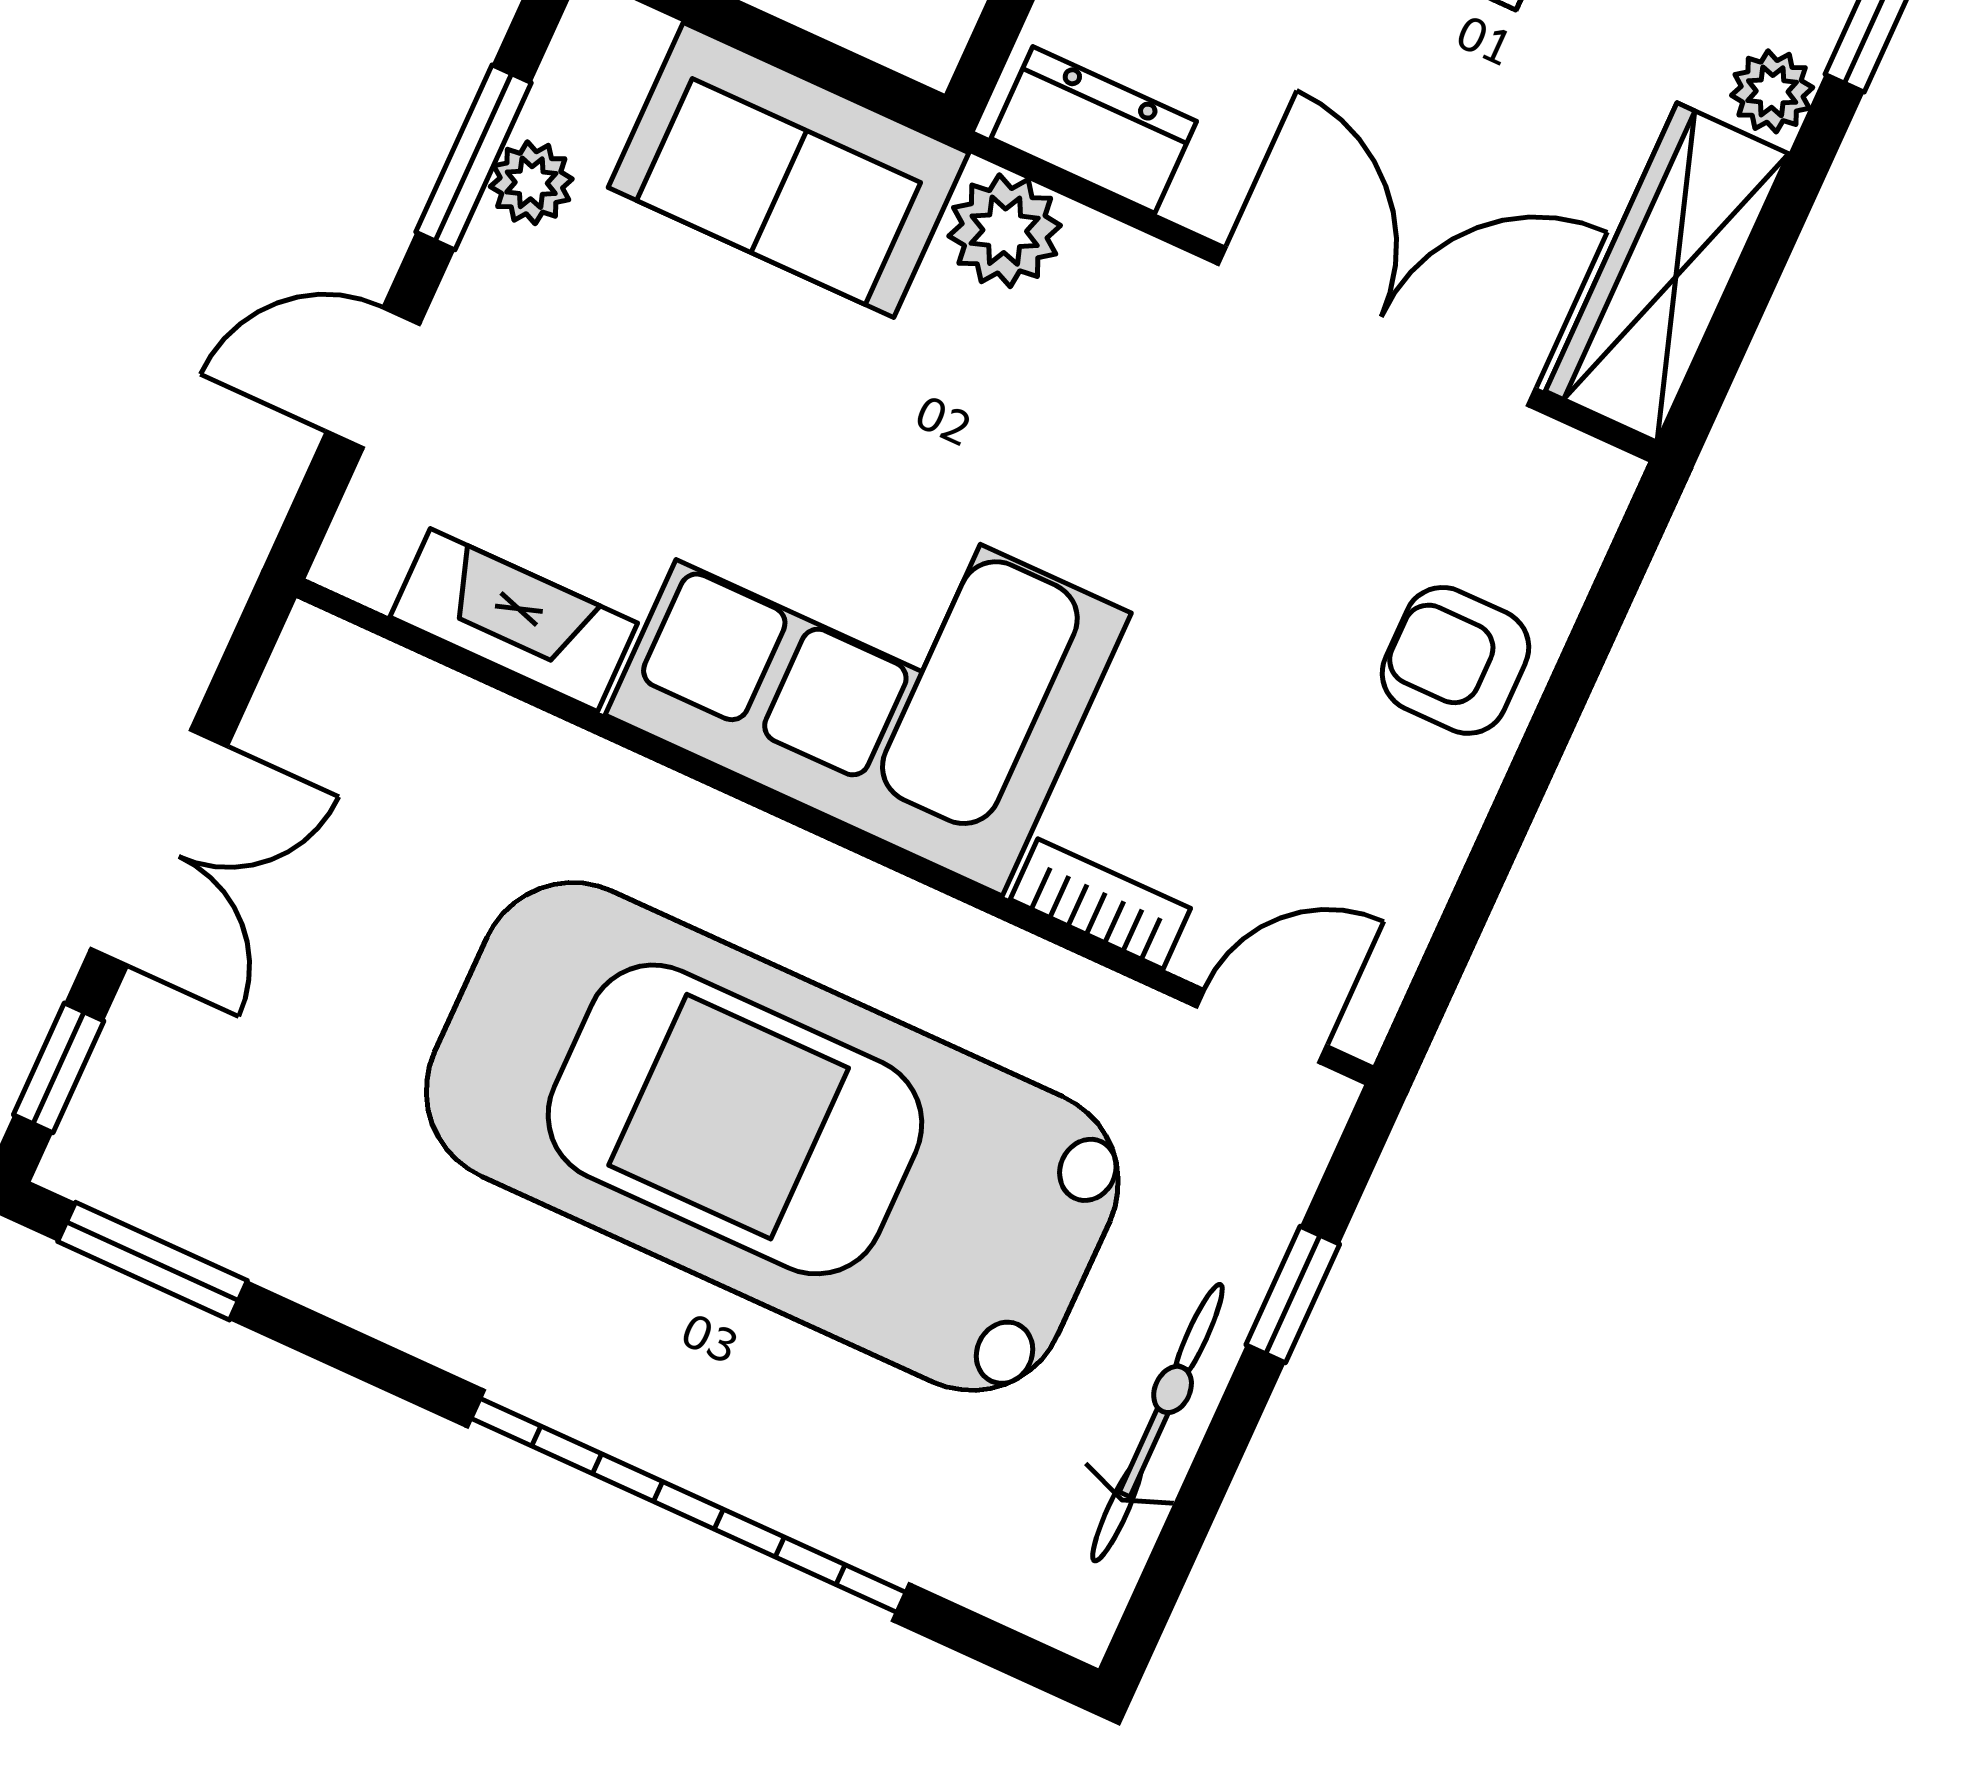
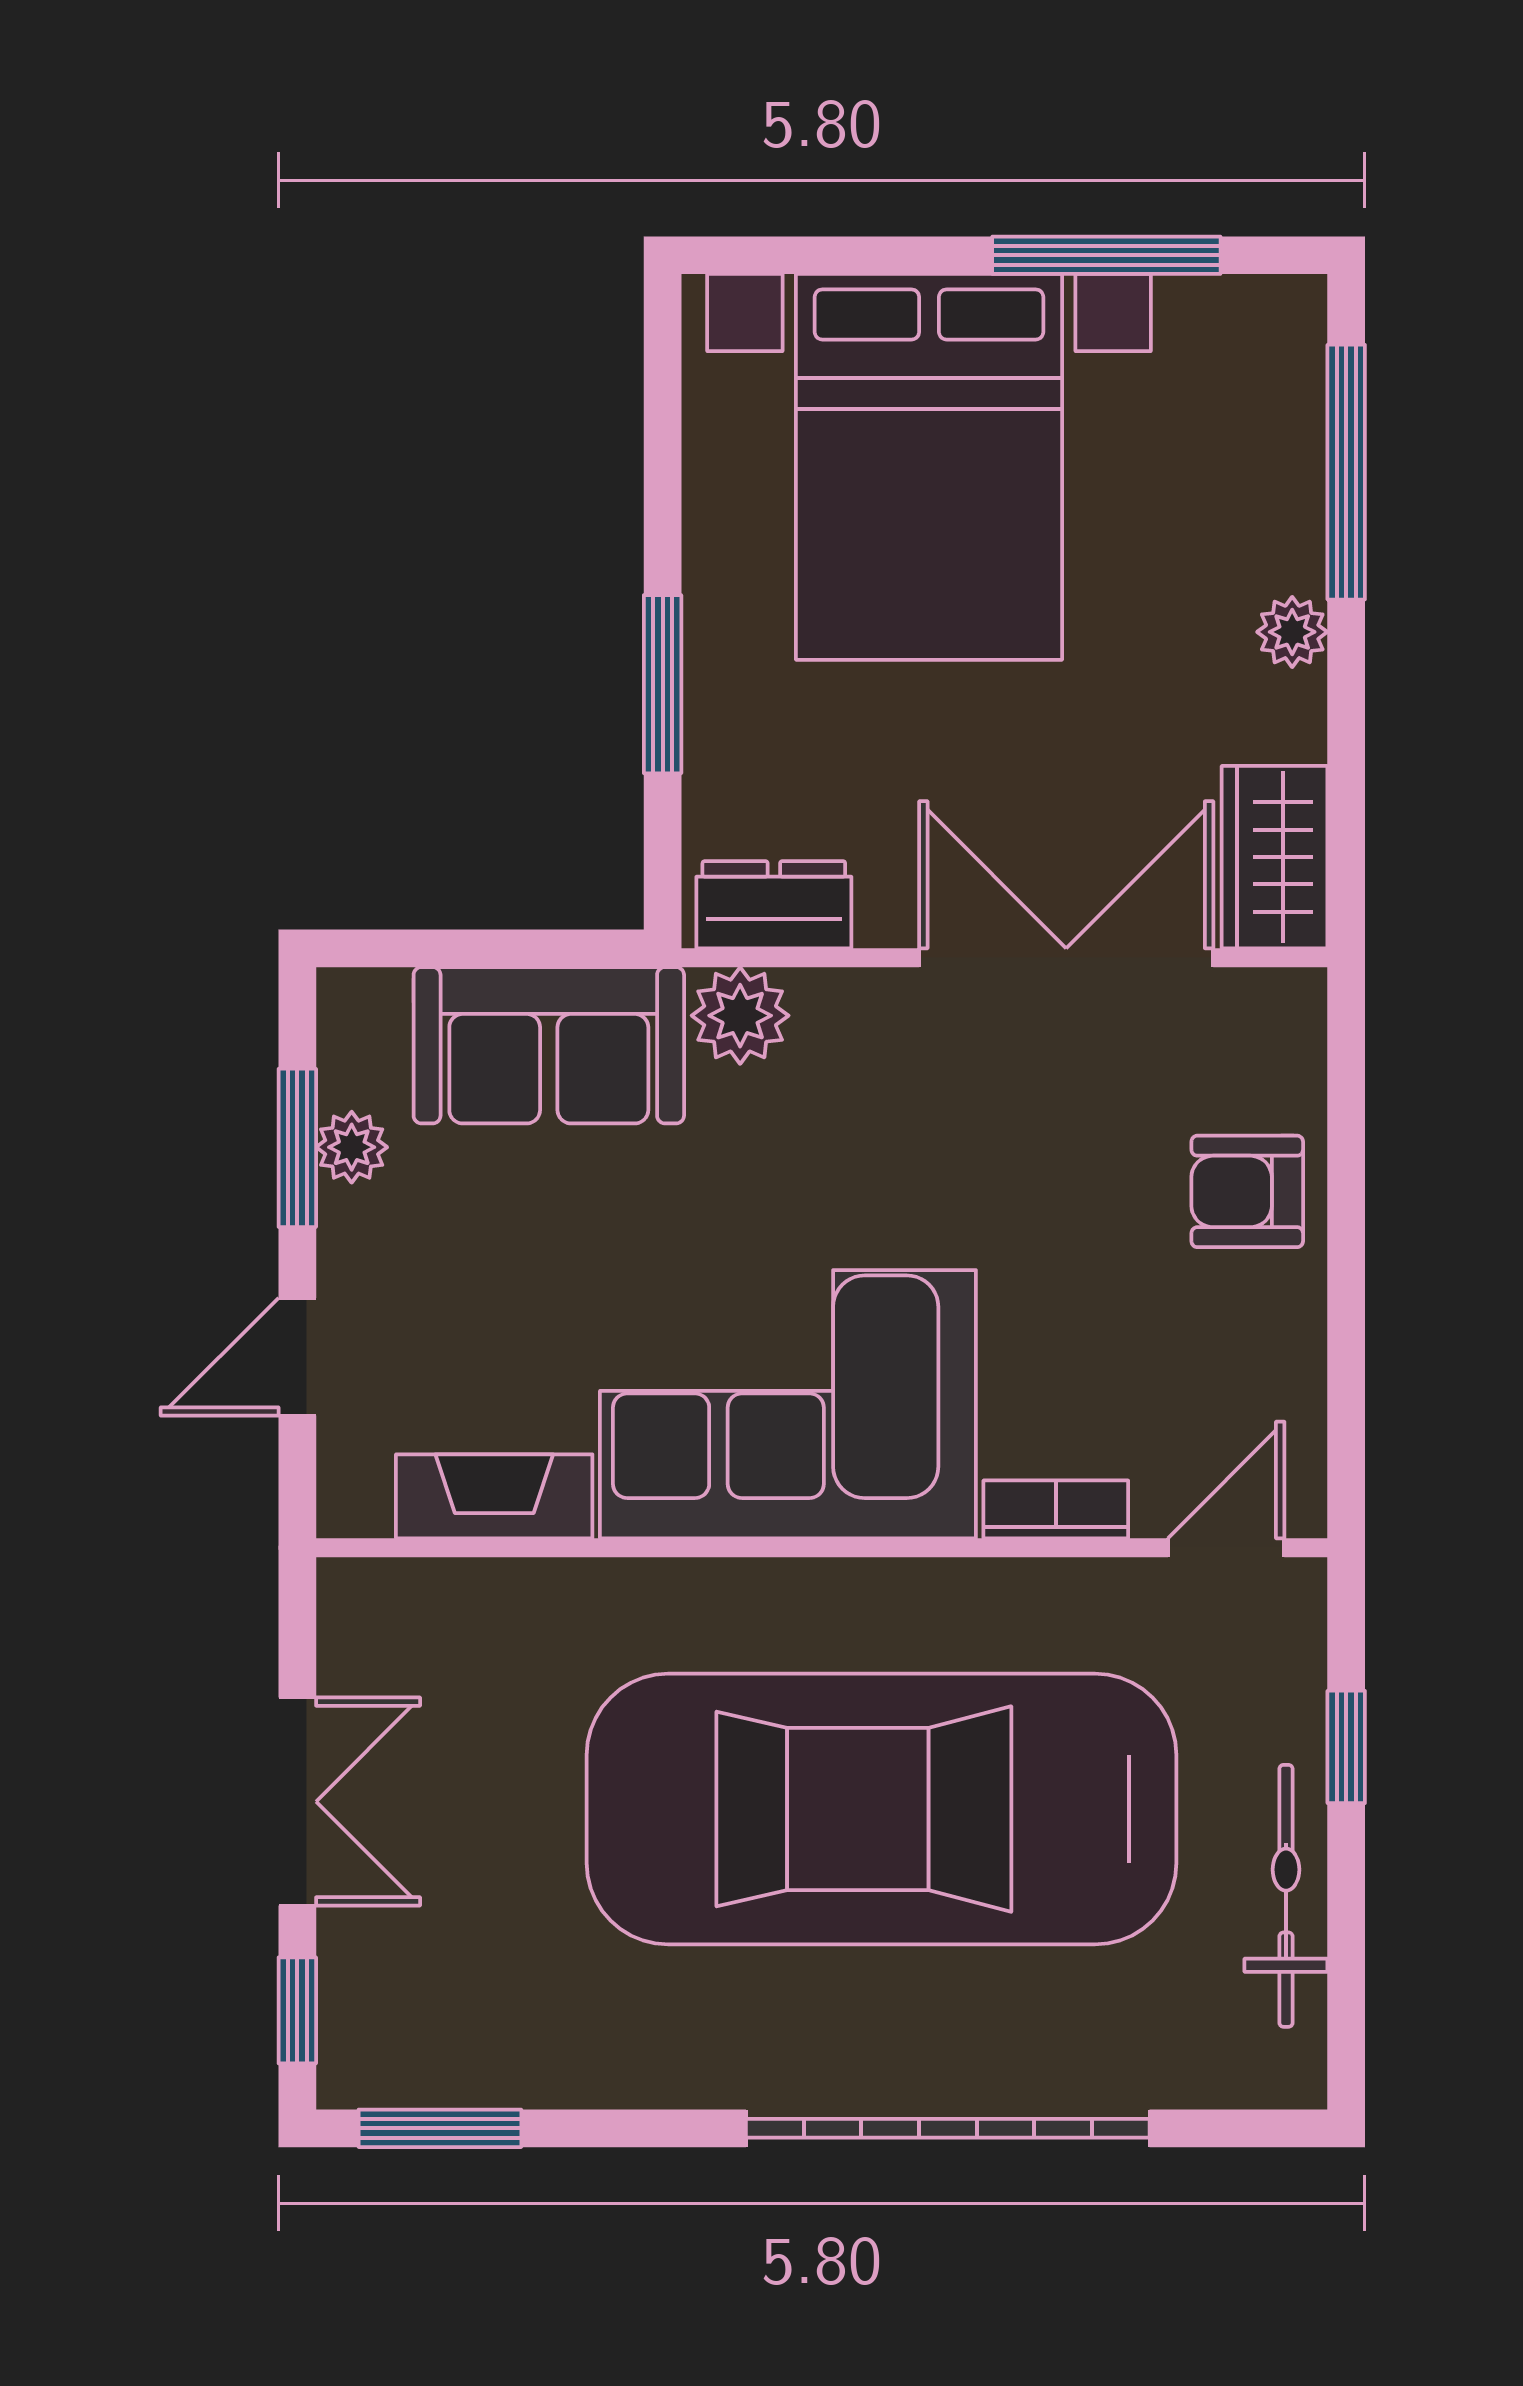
wardrobe: (1667, 272) -> (1275, 857), width x0.67

